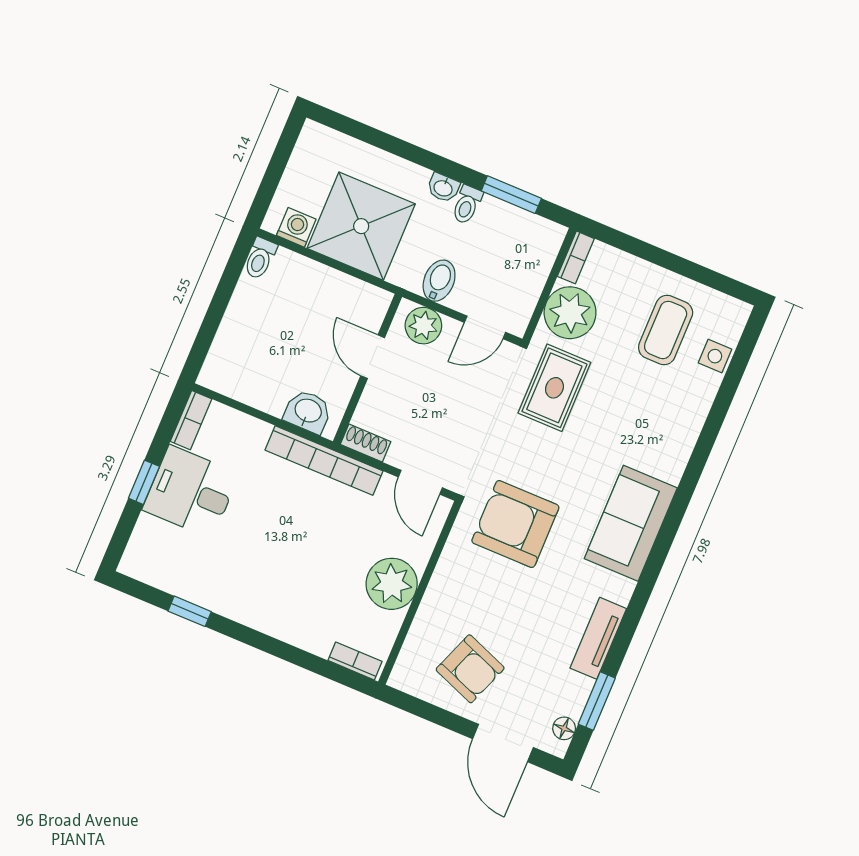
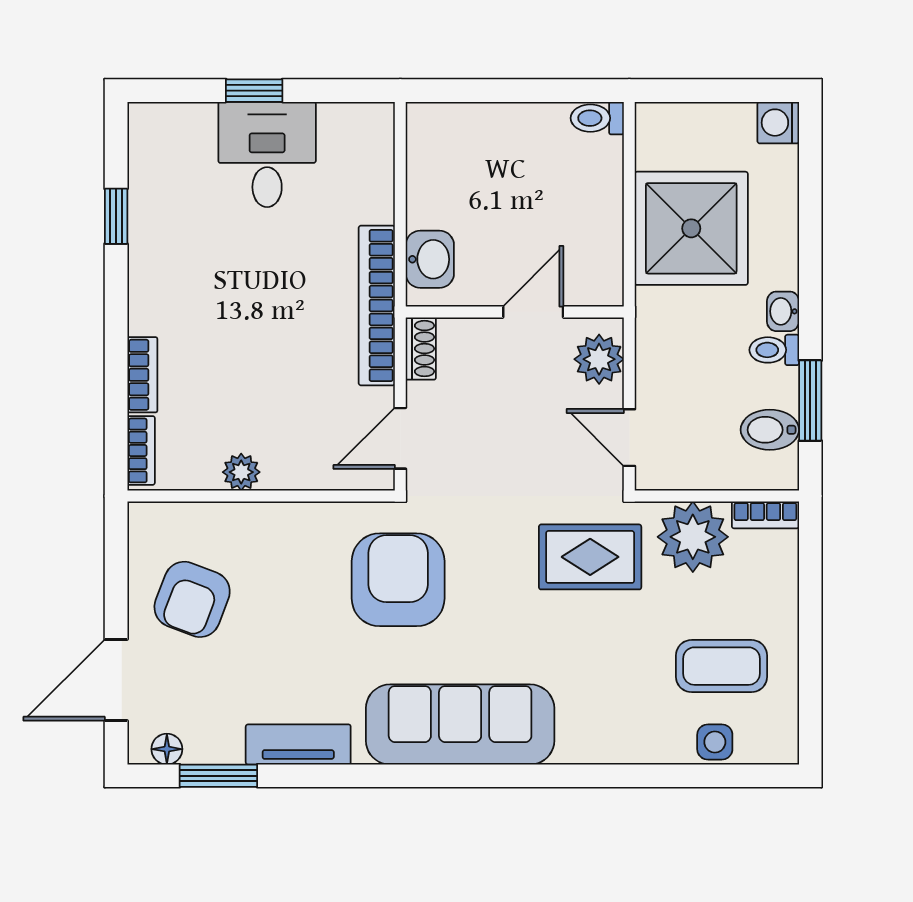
washing machine: (296, 227) -> (778, 123), moved, turned 180
bidet: (439, 281) -> (770, 430), moved, turned 180
bookcase: (191, 420) -> (142, 375), moved, turned -90
sofa: (631, 523) -> (460, 724), width x1.36
plant: (392, 584) -> (241, 472), width x0.53, depth x0.53

